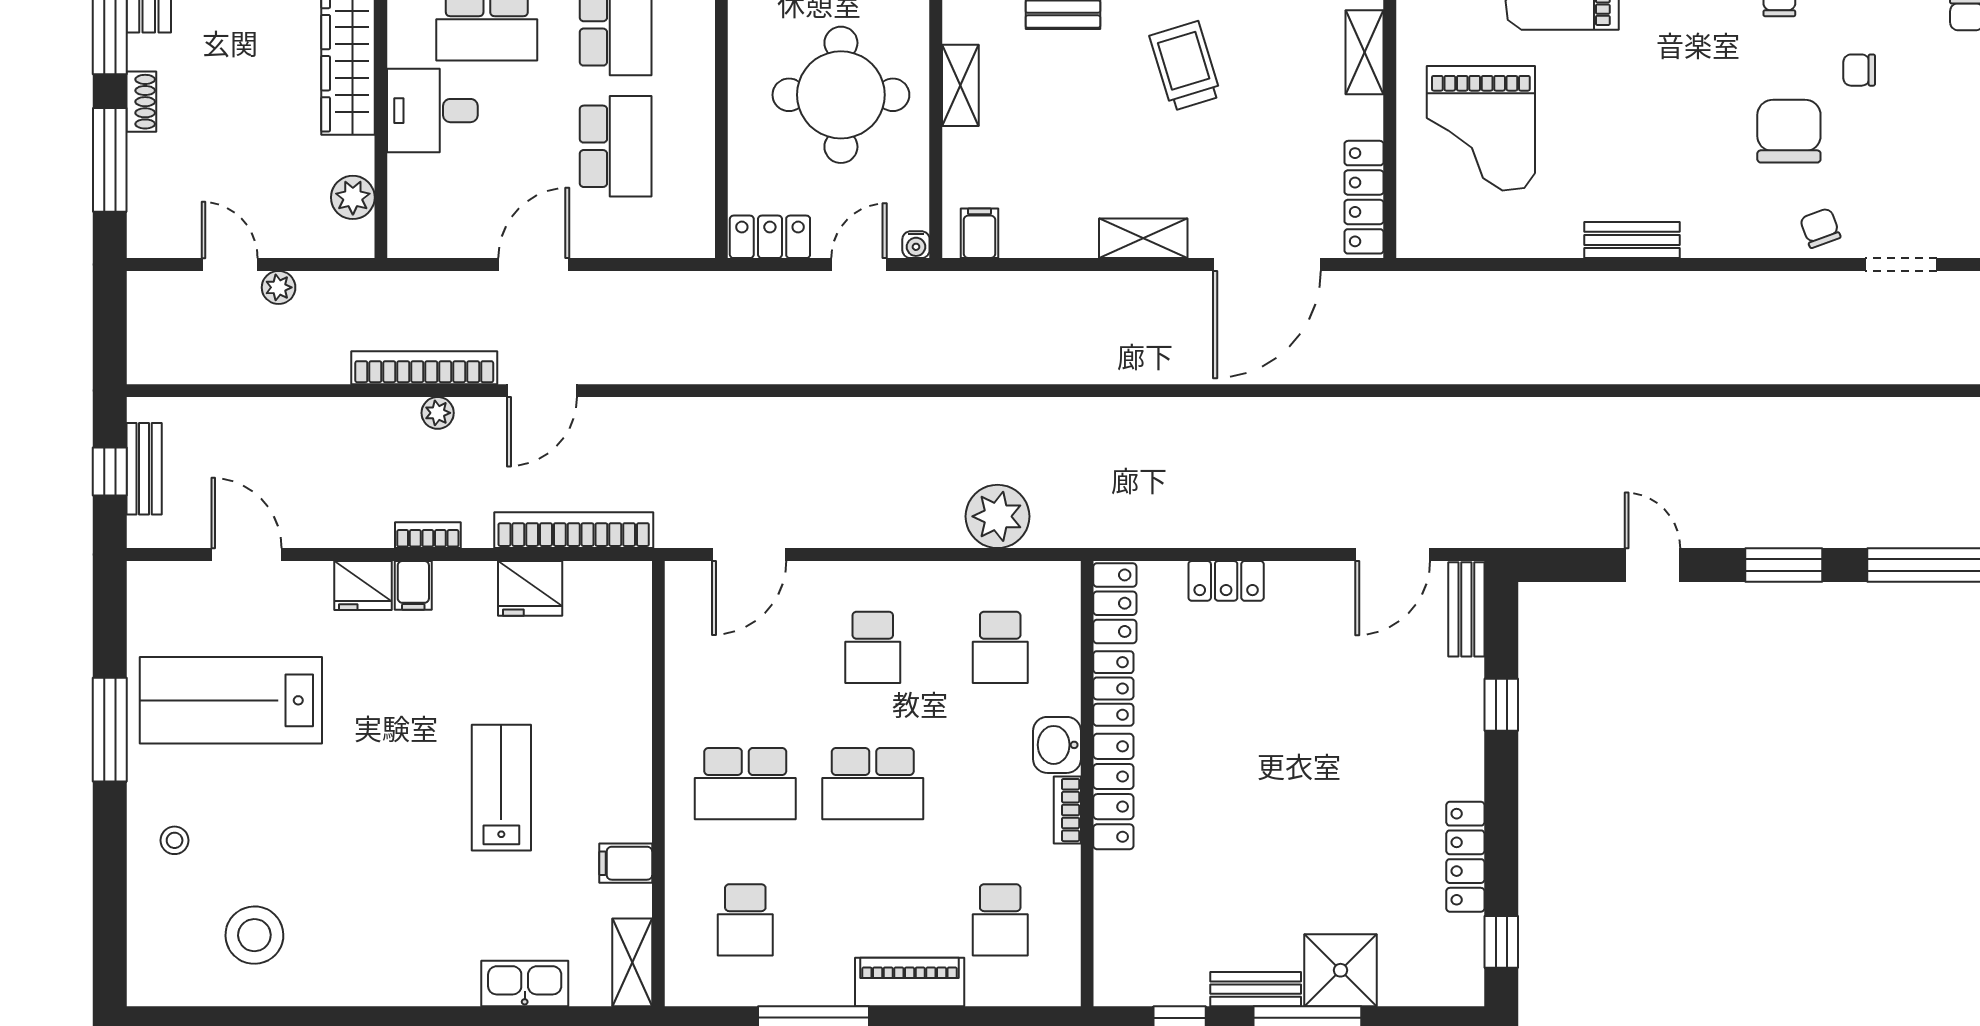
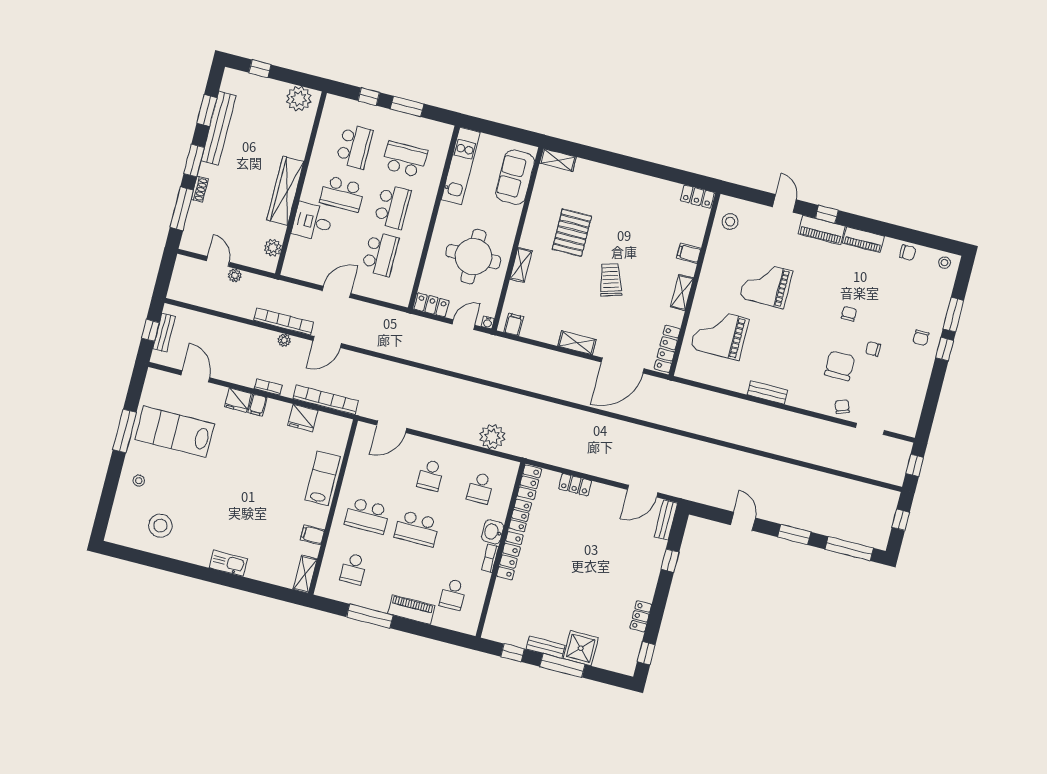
grand piano: (1481, 128) -> (720, 334), turned 90
lab bench: (501, 788) -> (323, 478), moved
locker: (1465, 857) -> (641, 616), width x0.66
kitchen sink: (525, 984) -> (228, 563), moved

